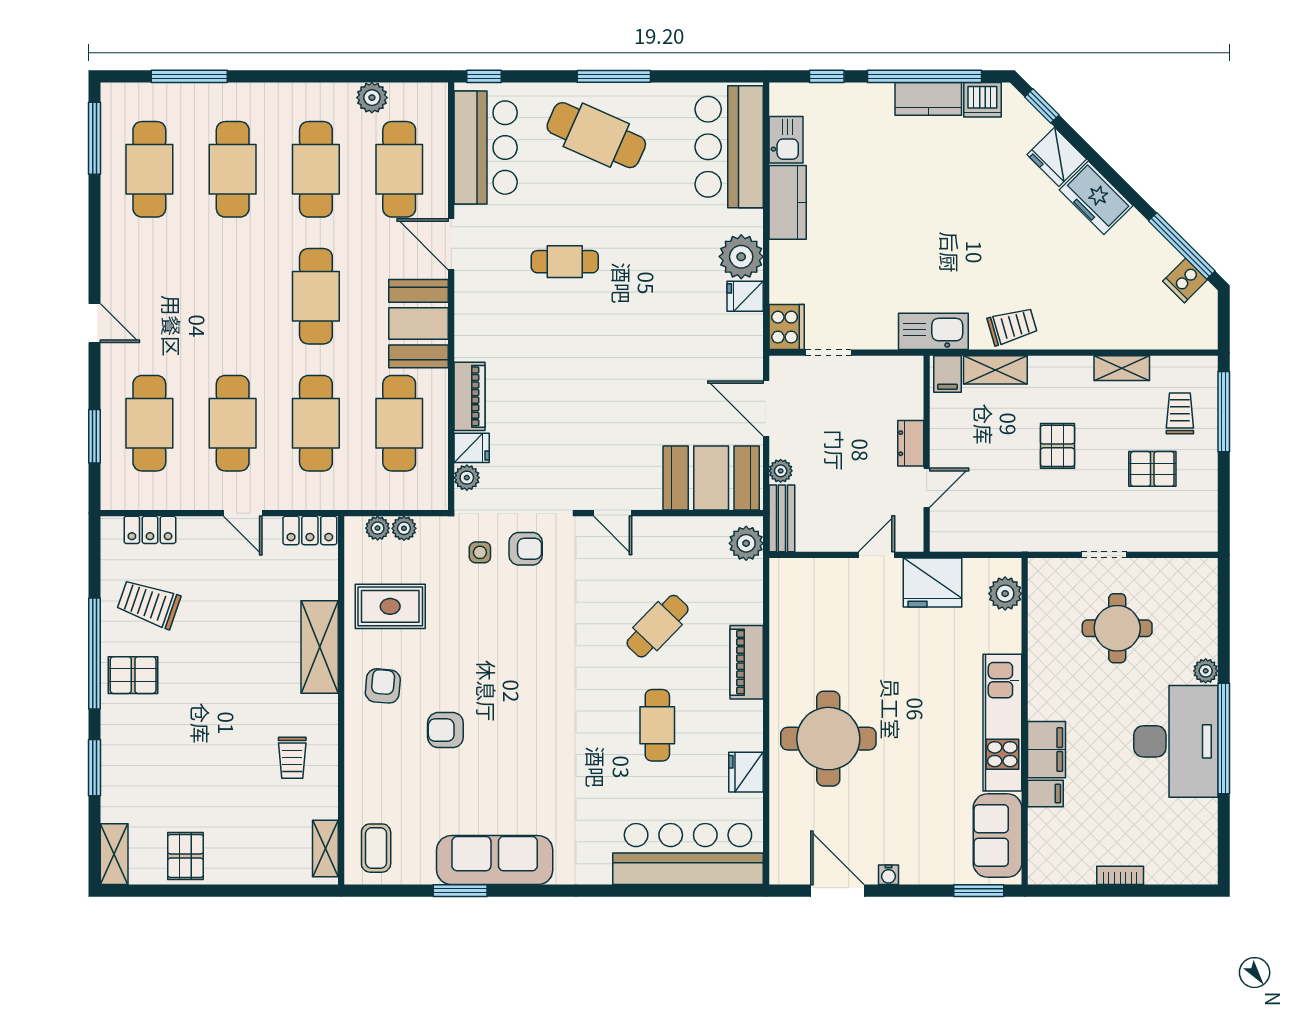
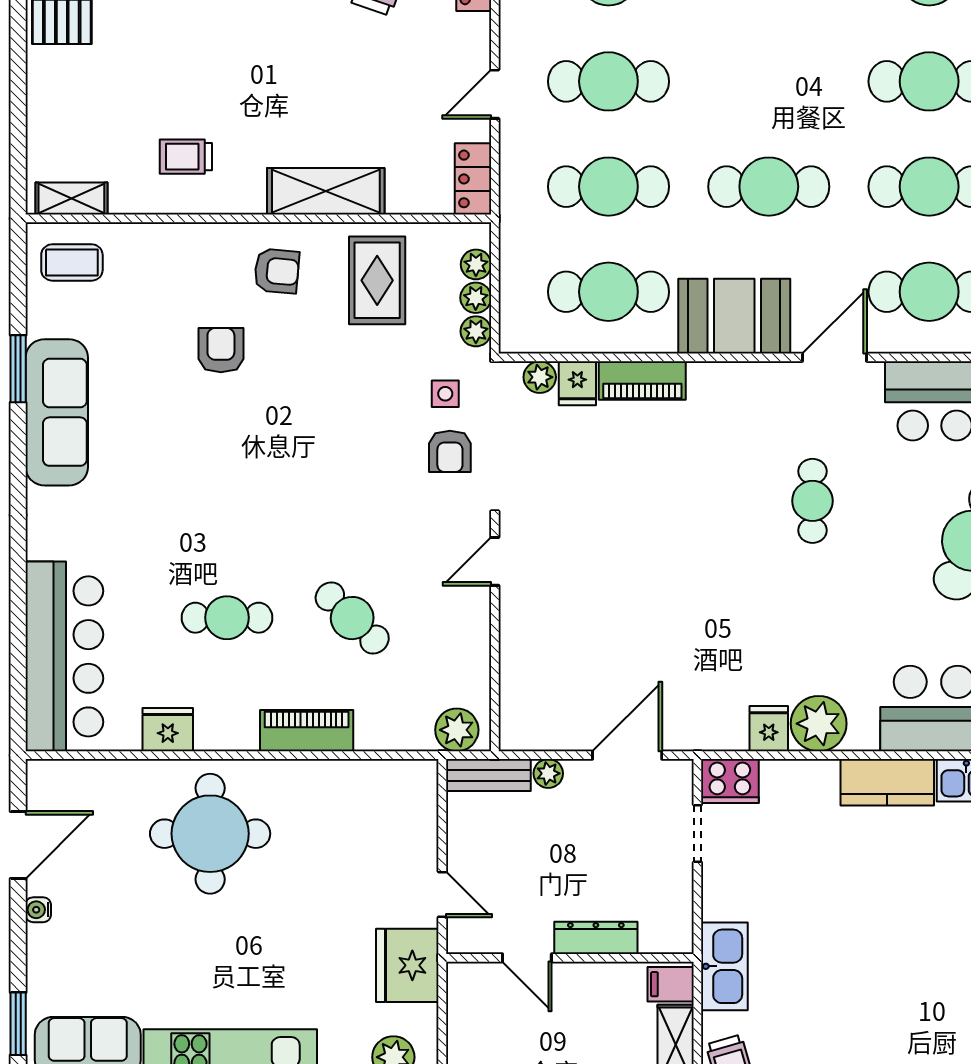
dresser: (911, 443) -> (596, 938), width x1.44
booth: (711, 478) -> (539, 686), removed
plant: (430, 528) -> (476, 331), added

